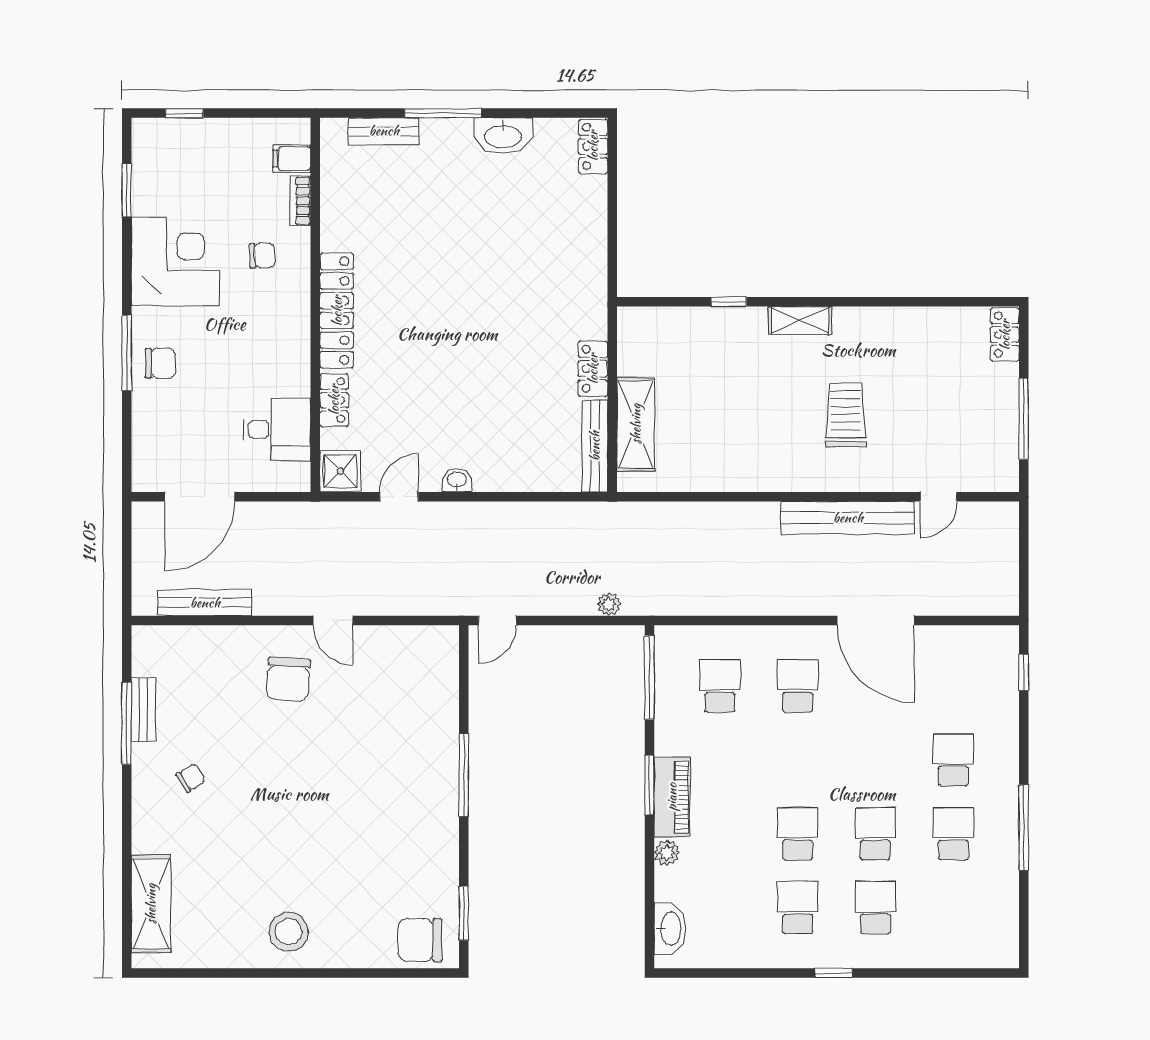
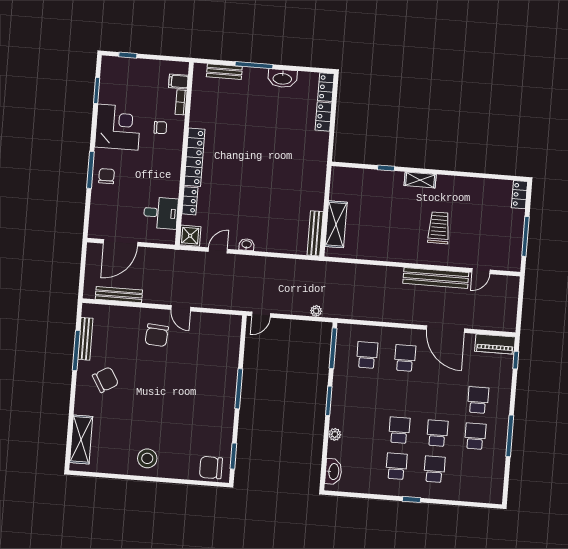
chair: (160, 363) -> (107, 176), turned -90
locker: (593, 369) -> (323, 116), moved
bench: (143, 709) -> (85, 339), width x1.36
chair: (191, 778) -> (105, 380), width x1.87, depth x1.87
piano: (672, 797) -> (495, 344), moved, turned 90

